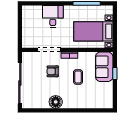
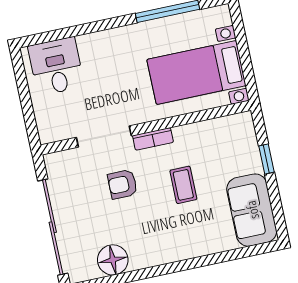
desk: (53, 16) -> (56, 66), moved
sofa: (104, 67) -> (252, 210), moved
floor lamp: (56, 102) -> (113, 260), moved

